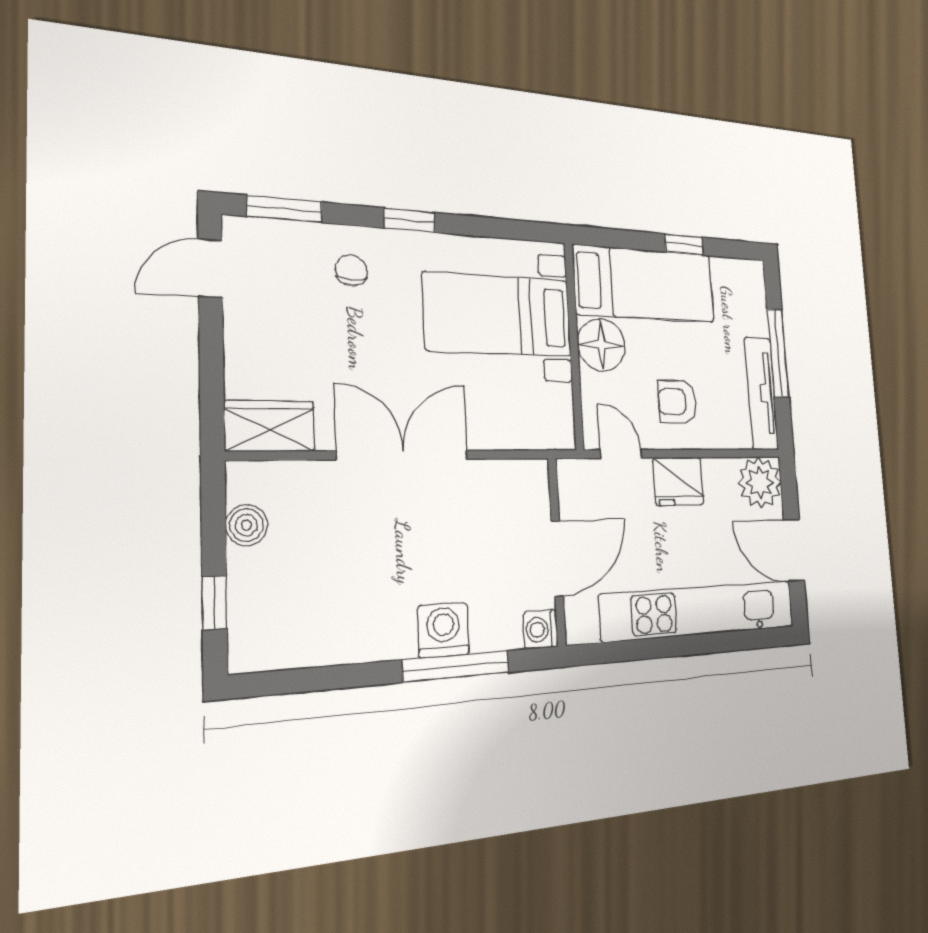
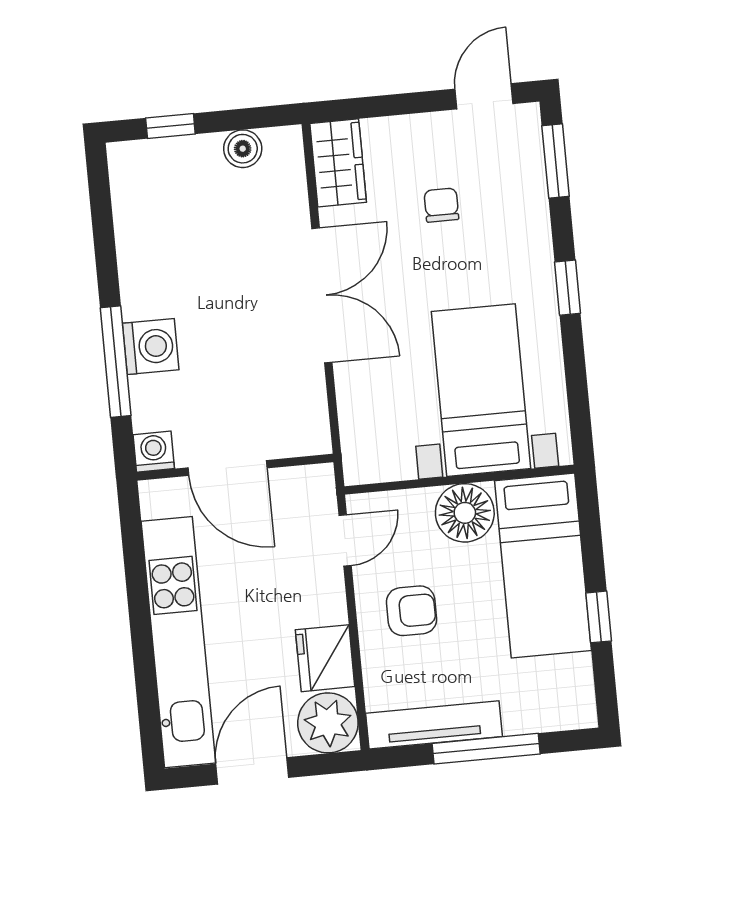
door: (210, 268) -> (484, 96), hinge flipped
chair: (351, 270) -> (441, 205), moved, turned -90
armchair: (677, 402) -> (411, 611), turned 90
fridge: (678, 481) -> (325, 658), moved

